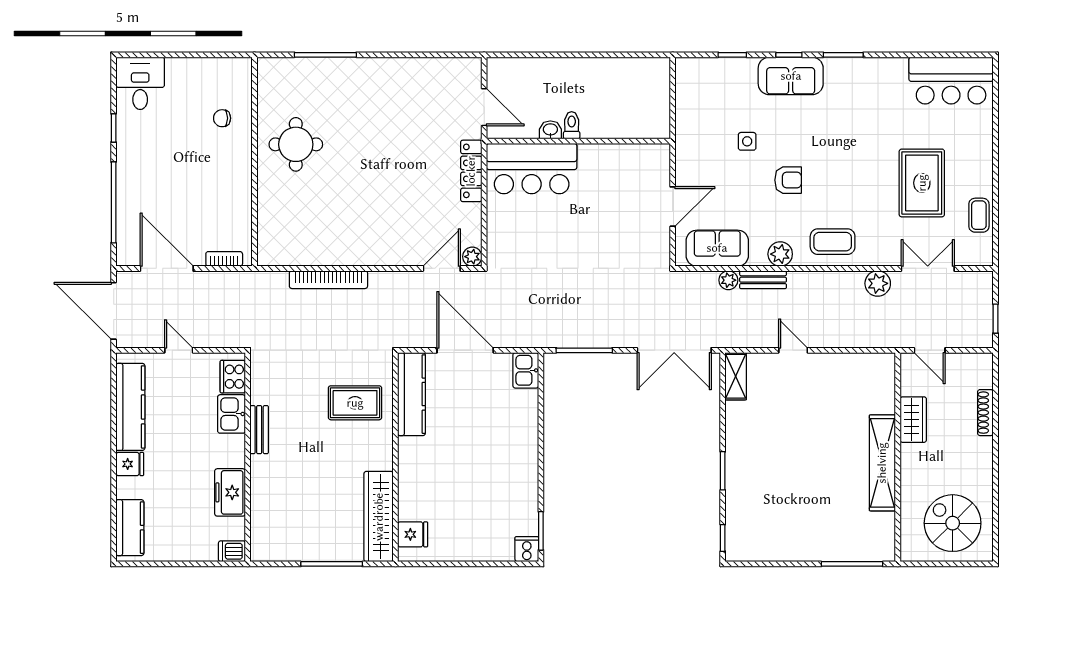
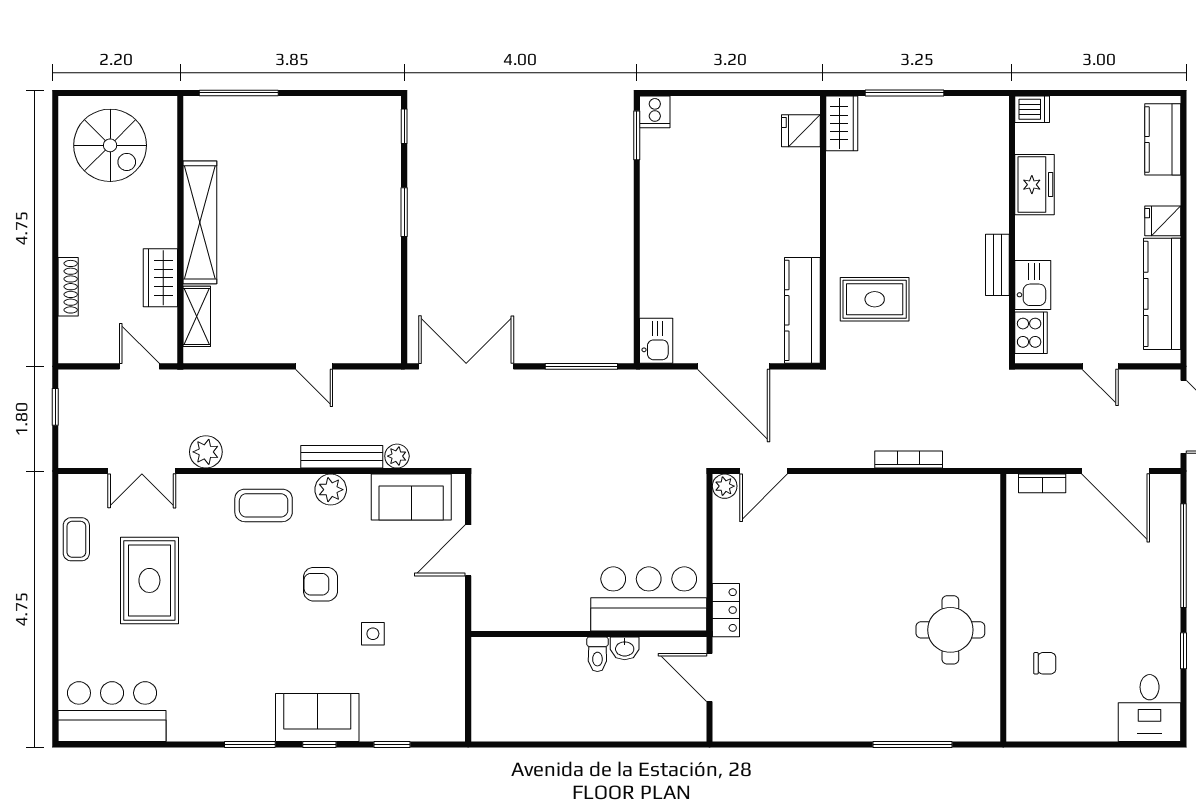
locker: (471, 171) -> (726, 610), width x0.66
bookcase: (328, 280) -> (909, 459), width x0.68, depth x0.76
bench: (763, 280) -> (342, 457), width x1.36
shelving: (736, 376) -> (197, 316), moved
wardrobe: (379, 517) -> (842, 123), width x0.48, depth x0.85

